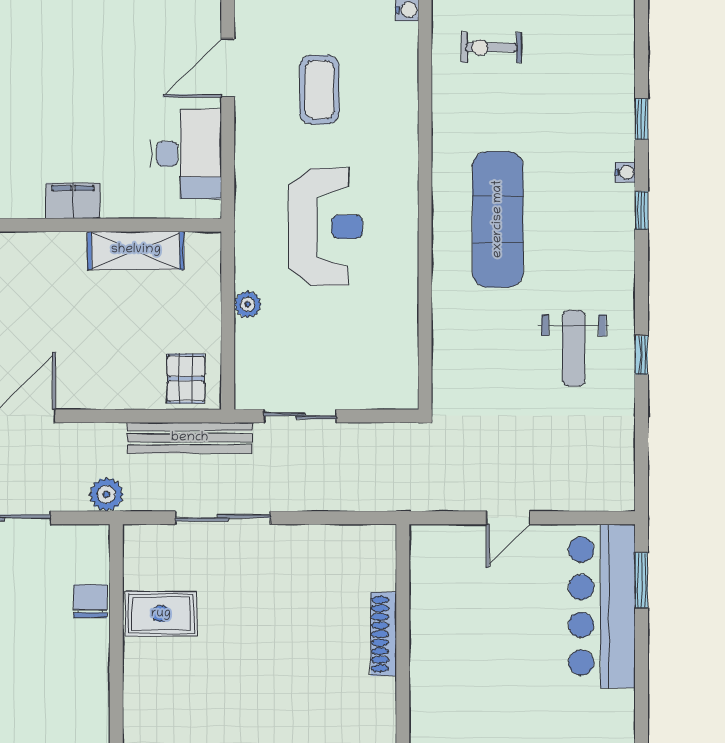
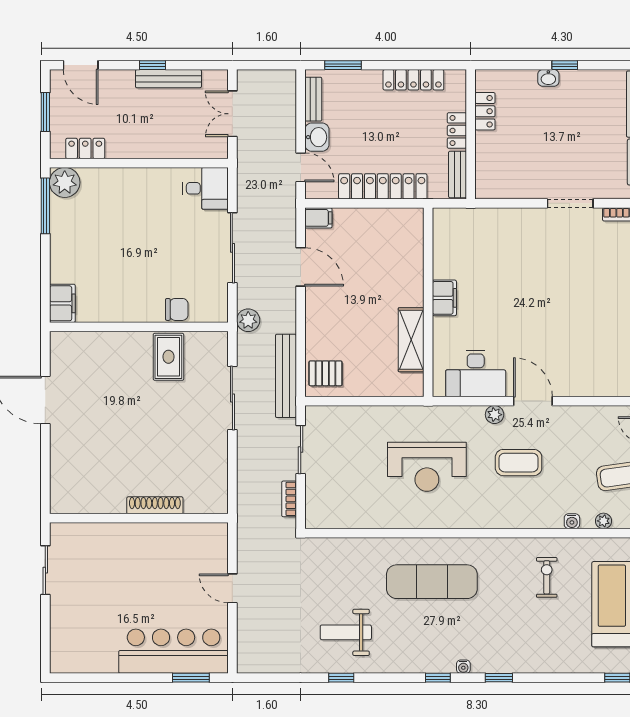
plant: (248, 304) -> (495, 415), moved
bookcase: (374, 433) -> (289, 499), added

